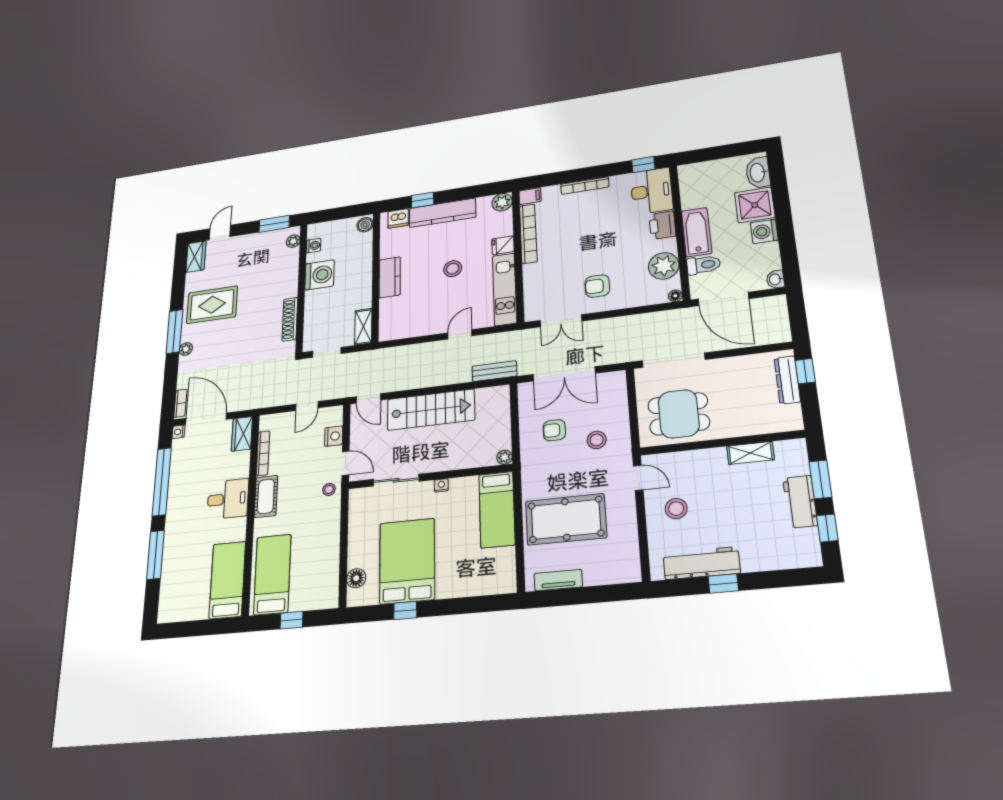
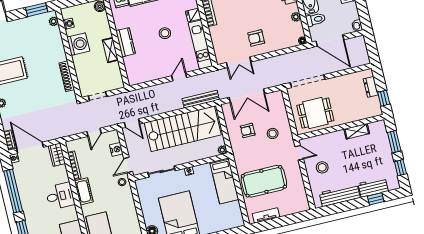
plant: (664, 266) -> (296, 17), width x0.53, depth x0.53
shelving: (363, 327) -> (110, 50), moved
bench: (494, 371) -> (201, 99), width x1.36
window: (805, 371) -> (384, 98), moved
dresser: (787, 380) -> (371, 87), width x0.70
stairs: (431, 410) -> (183, 129), width x1.36, depth x1.51
door: (346, 463) -> (128, 165), swing flipped
workbench: (800, 502) -> (373, 187), moved, turned 90
window: (723, 584) -> (376, 199), moved

